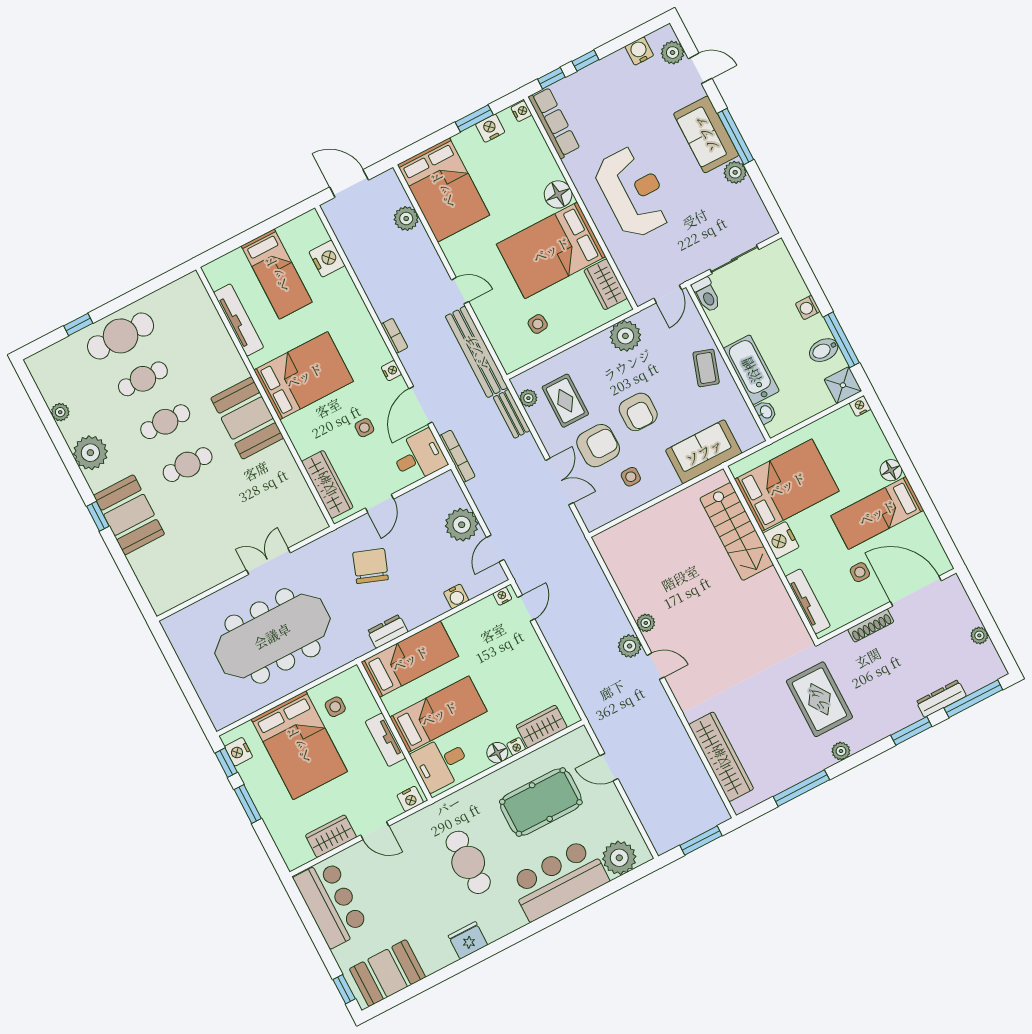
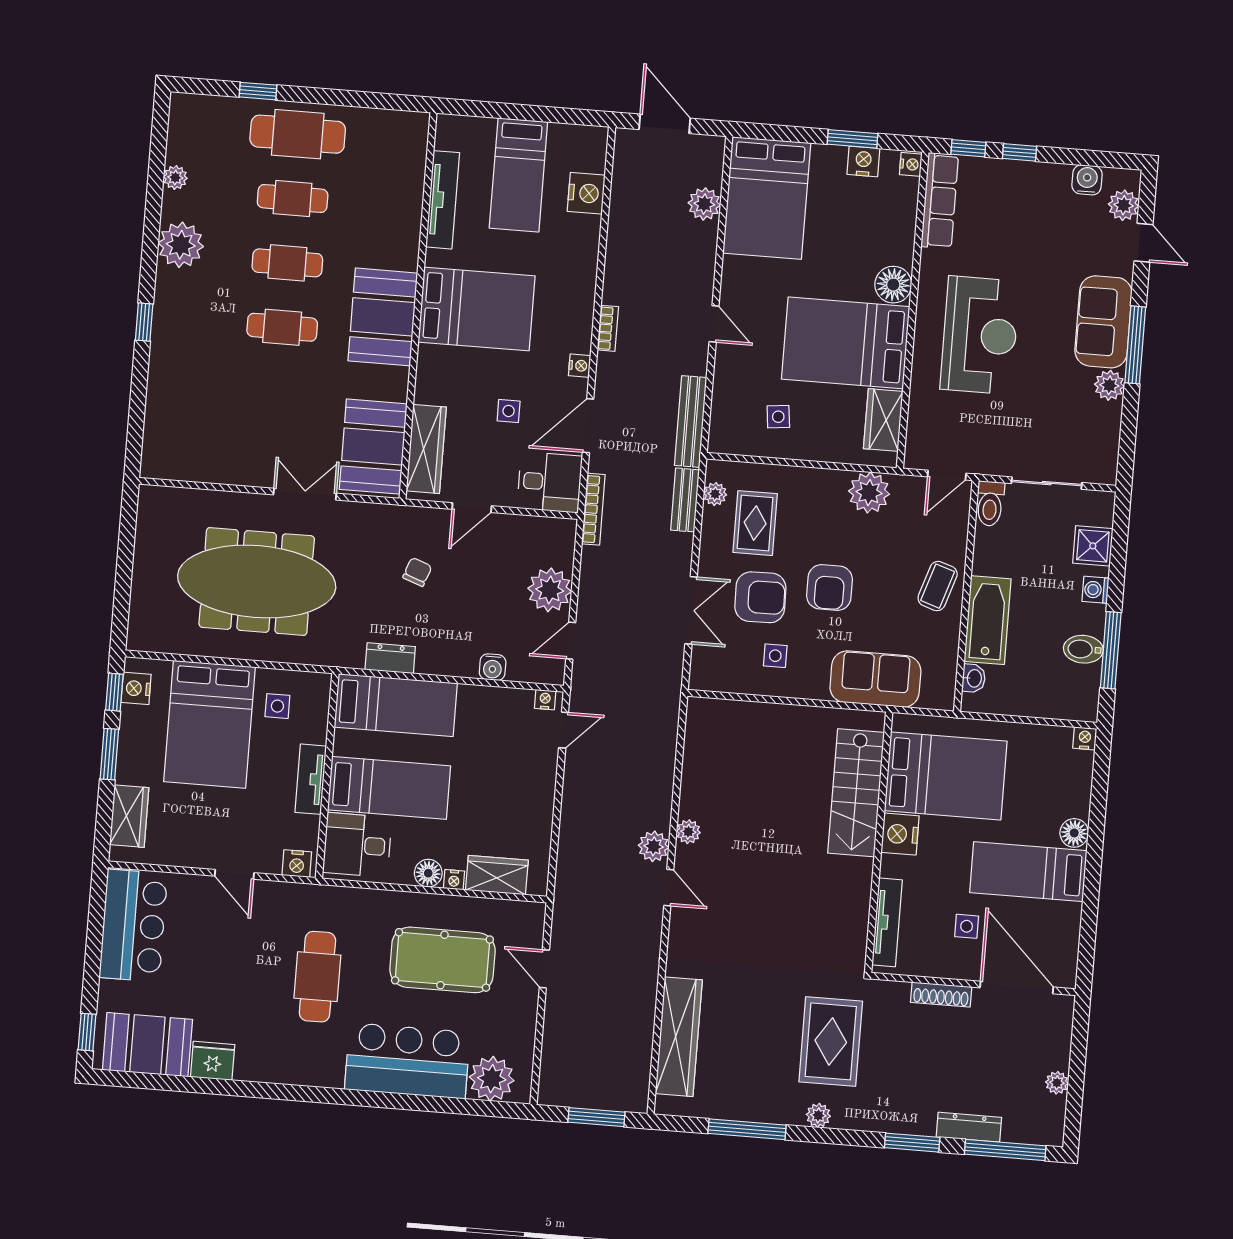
bench: (477, 352) -> (691, 421), width x0.73, depth x0.82
shower: (843, 385) -> (1093, 546), moved
booth: (129, 515) -> (373, 447), moved
chair: (371, 566) -> (417, 572), width x0.54, depth x0.54
wardrobe: (331, 836) -> (129, 816), moved, turned 90
fridge: (468, 940) -> (213, 1061), moved

